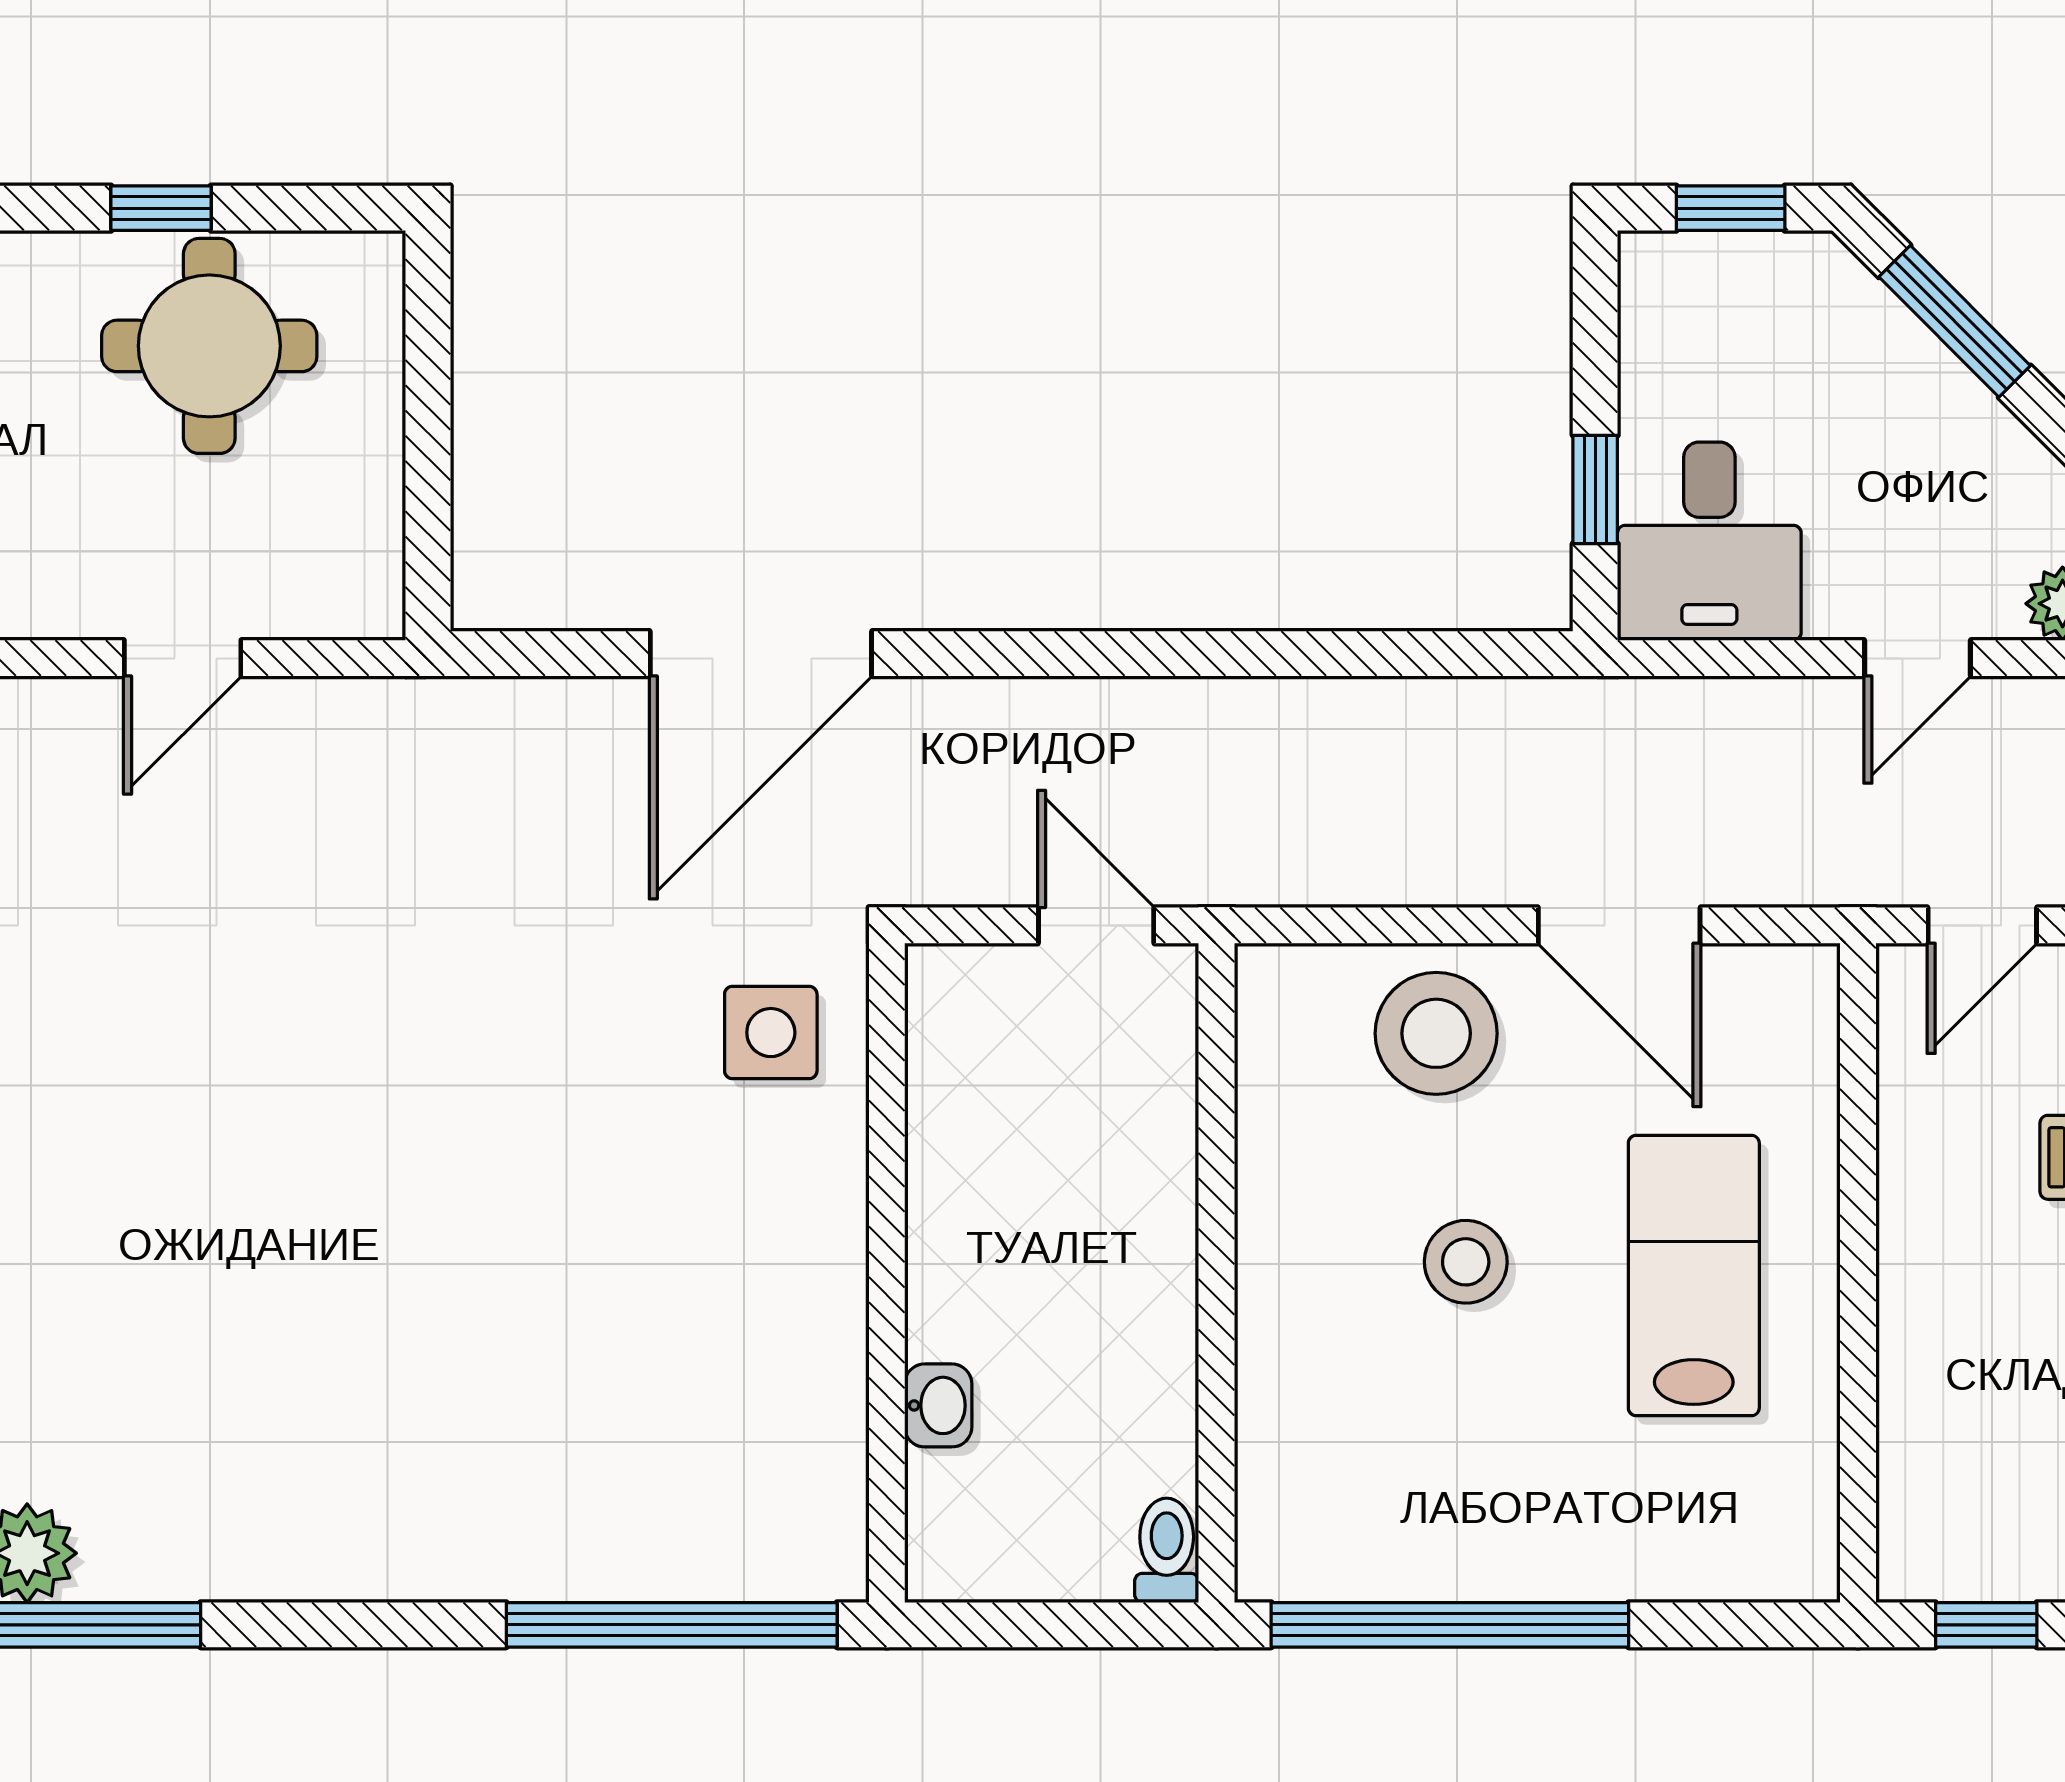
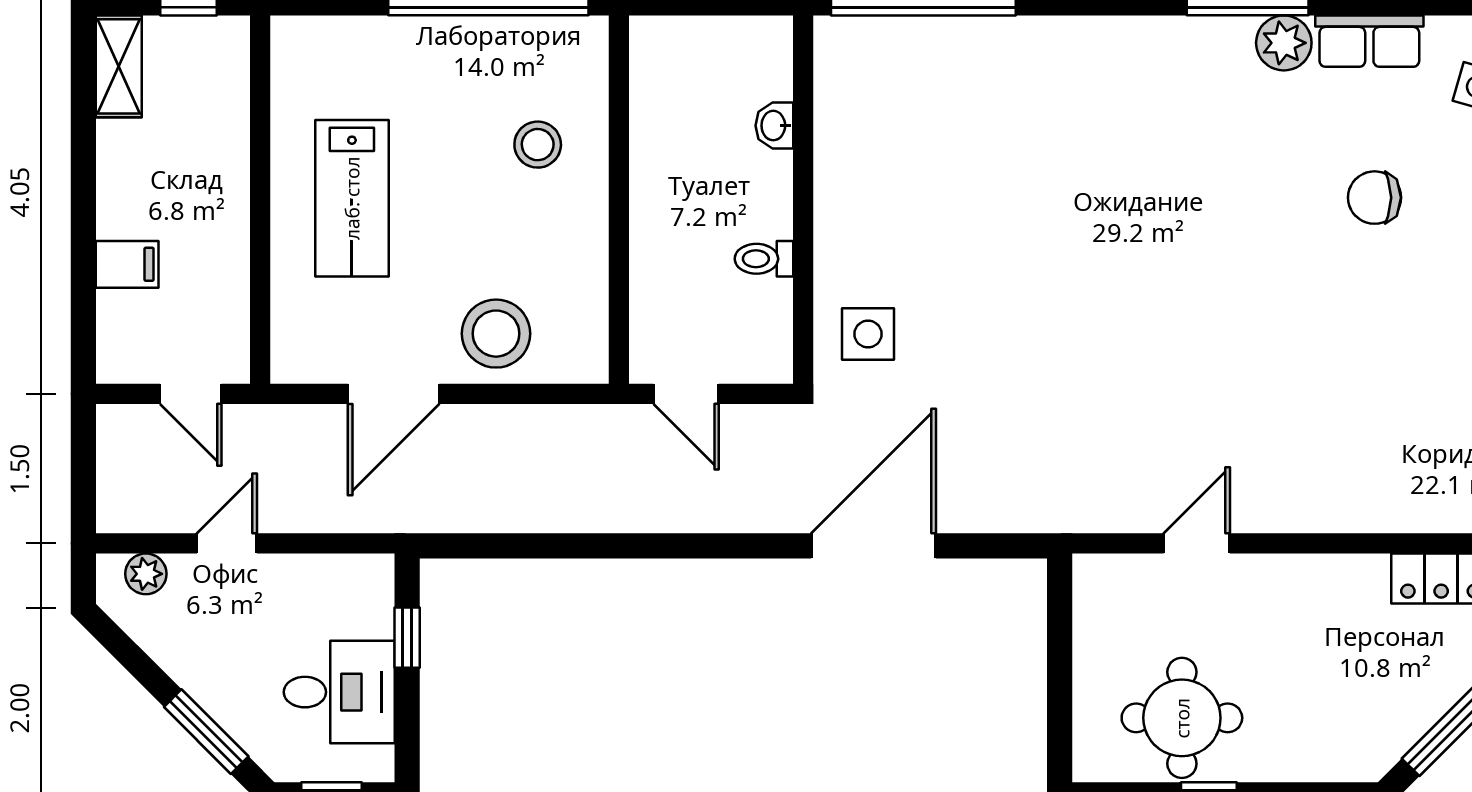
desk: (1709, 541) -> (339, 692), moved, turned 90
door: (1619, 925) -> (394, 394), swing flipped
door: (1982, 925) -> (191, 394), swing flipped
stool: (1466, 1262) -> (538, 145), moved
toilet: (1167, 1550) -> (764, 259), moved, turned 90

